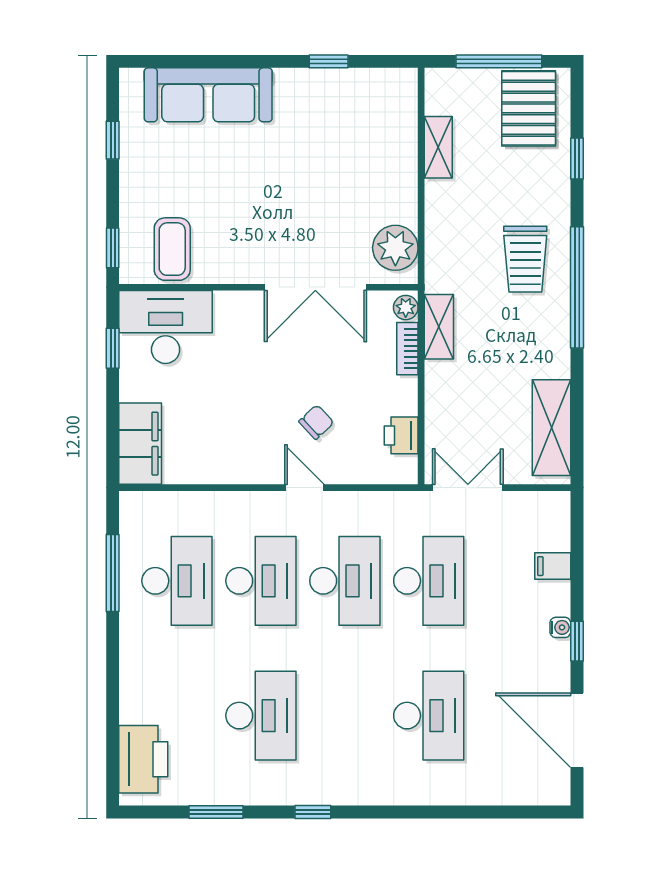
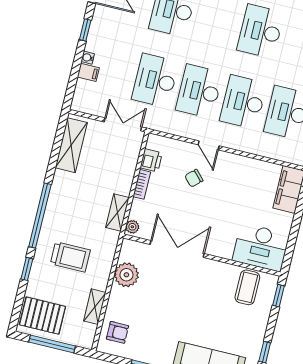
pallet: (529, 108) -> (42, 316), turned 90
armchair: (386, 111) -> (117, 332), added
window: (577, 159) -> (27, 269), moved
plant: (395, 248) -> (126, 275), moved
trolley: (525, 259) -> (70, 257), moved, turned 90
window: (113, 348) -> (291, 243), removed
bookcase: (407, 349) -> (142, 184), moved
double door: (468, 488) -> (123, 124), swing flipped
water cooler: (560, 627) -> (88, 58), moved

